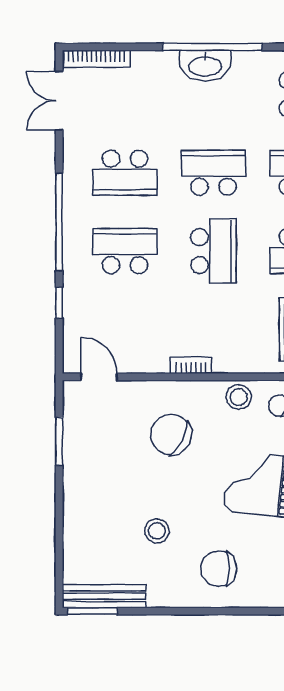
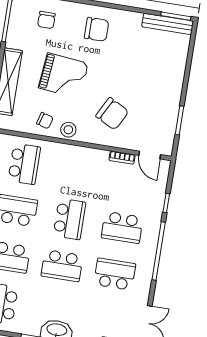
school desk: (213, 251) -> (69, 219), turned 180
bookcase: (191, 365) -> (122, 158), moved
stool: (157, 531) -> (130, 58), removed

